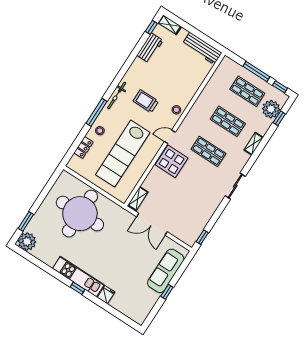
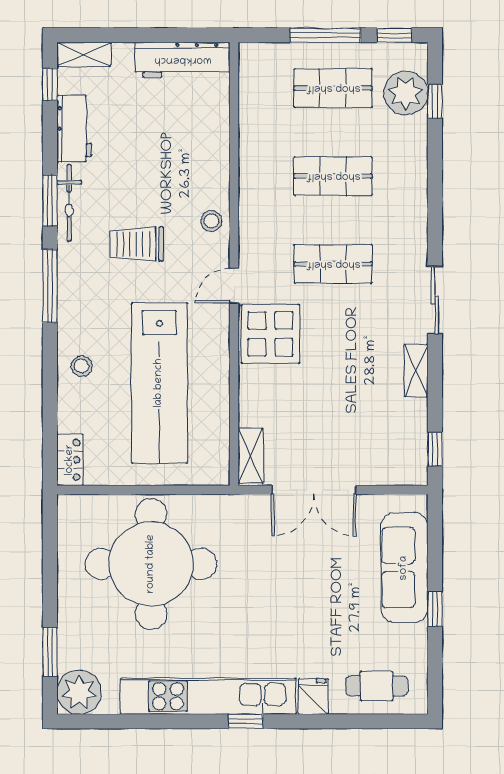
window: (126, 67) -> (50, 201), added
bicycle: (117, 96) -> (69, 203), moved
window: (96, 112) -> (50, 286), moved
shelving: (254, 144) -> (416, 371), moved
locker: (83, 147) -> (70, 460), moved
kitchen unit: (78, 277) -> (208, 696), width x1.36
cafe table: (130, 305) -> (377, 686), added

